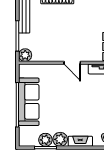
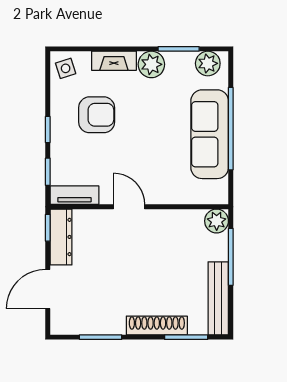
armchair: (90, 112) -> (97, 115), added
plant: (45, 140) -> (208, 63), moved

